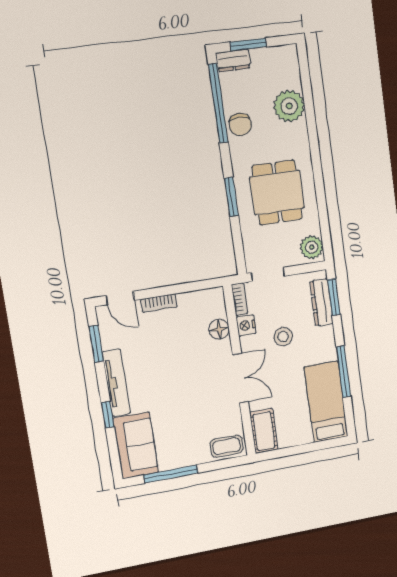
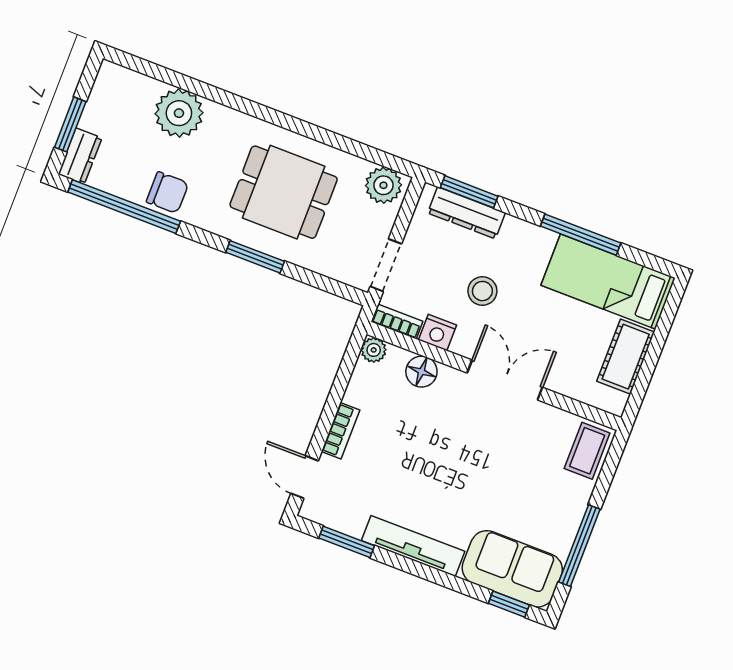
plant: (216, 295) -> (374, 350), added
door: (120, 298) -> (305, 477), swing flipped
window: (108, 415) -> (509, 604), moved
cot: (264, 431) -> (626, 357), moved, turned 90

